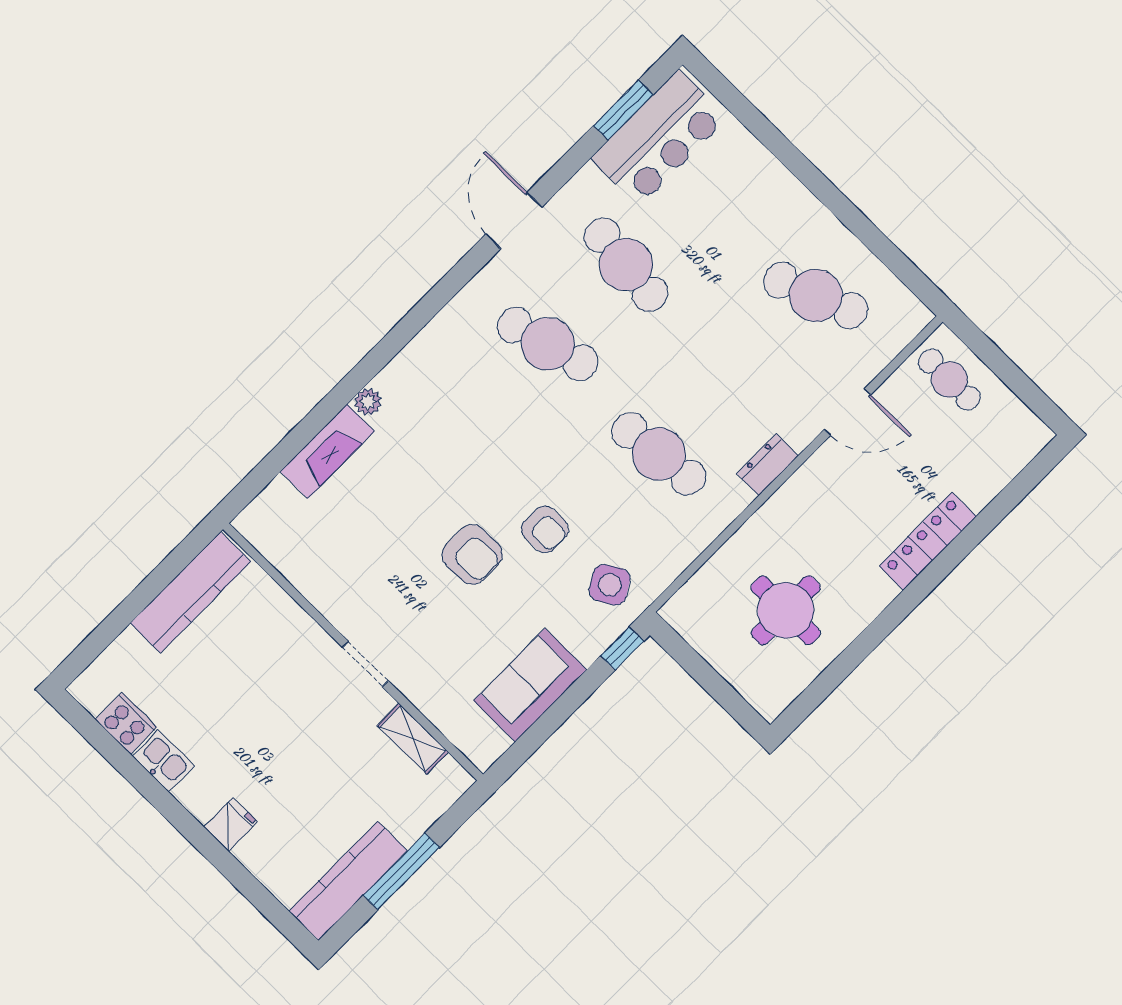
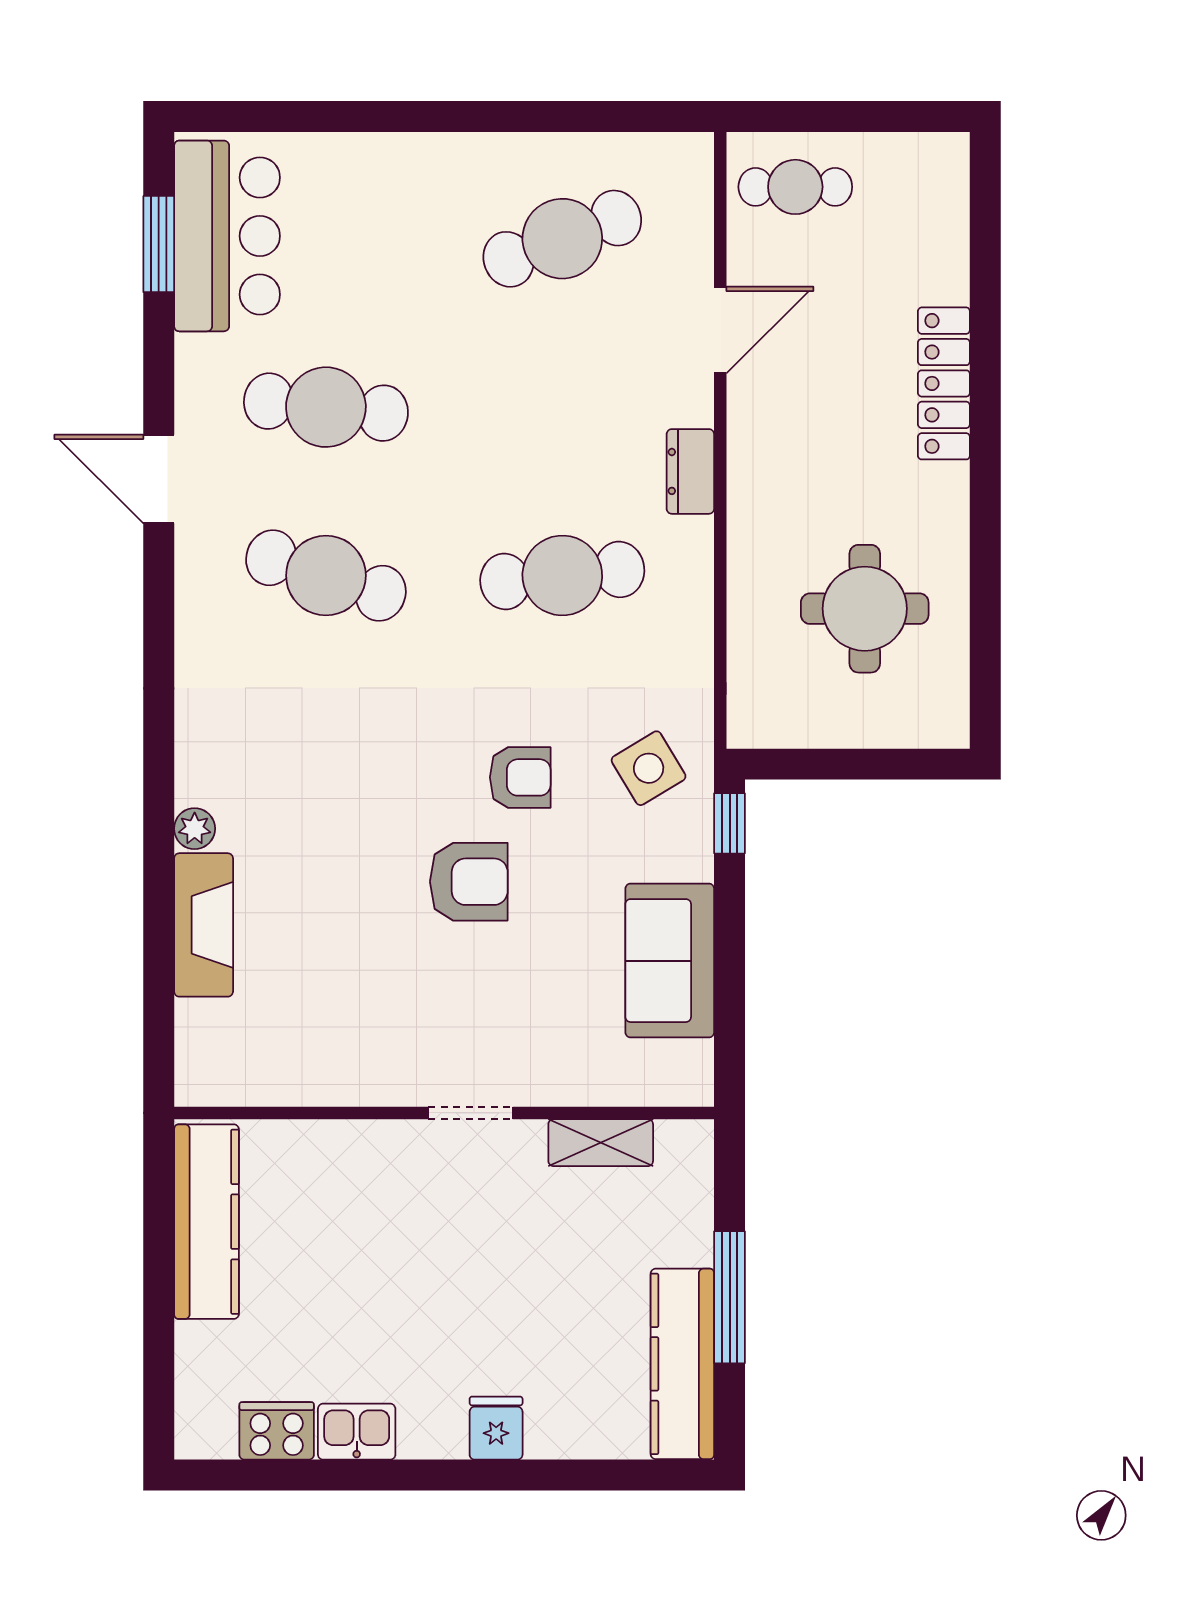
cafe table: (548, 344) -> (326, 575), turned 33

